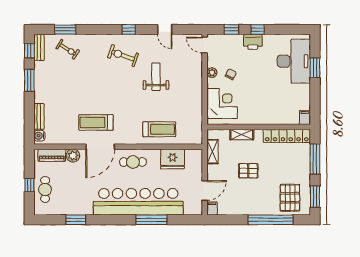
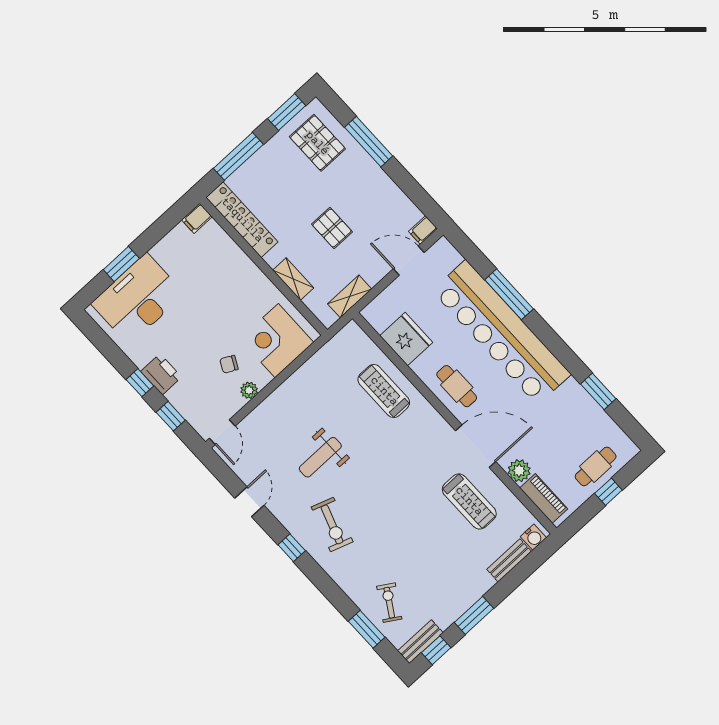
treadmill: (96, 122) -> (469, 501), moved
pallet: (290, 198) -> (317, 143), turned 90
window: (271, 220) -> (369, 142), width x0.68

